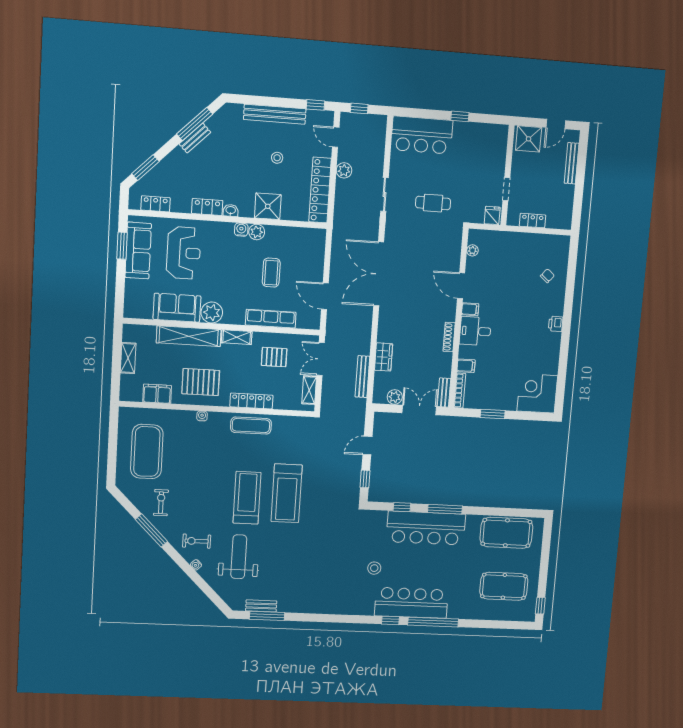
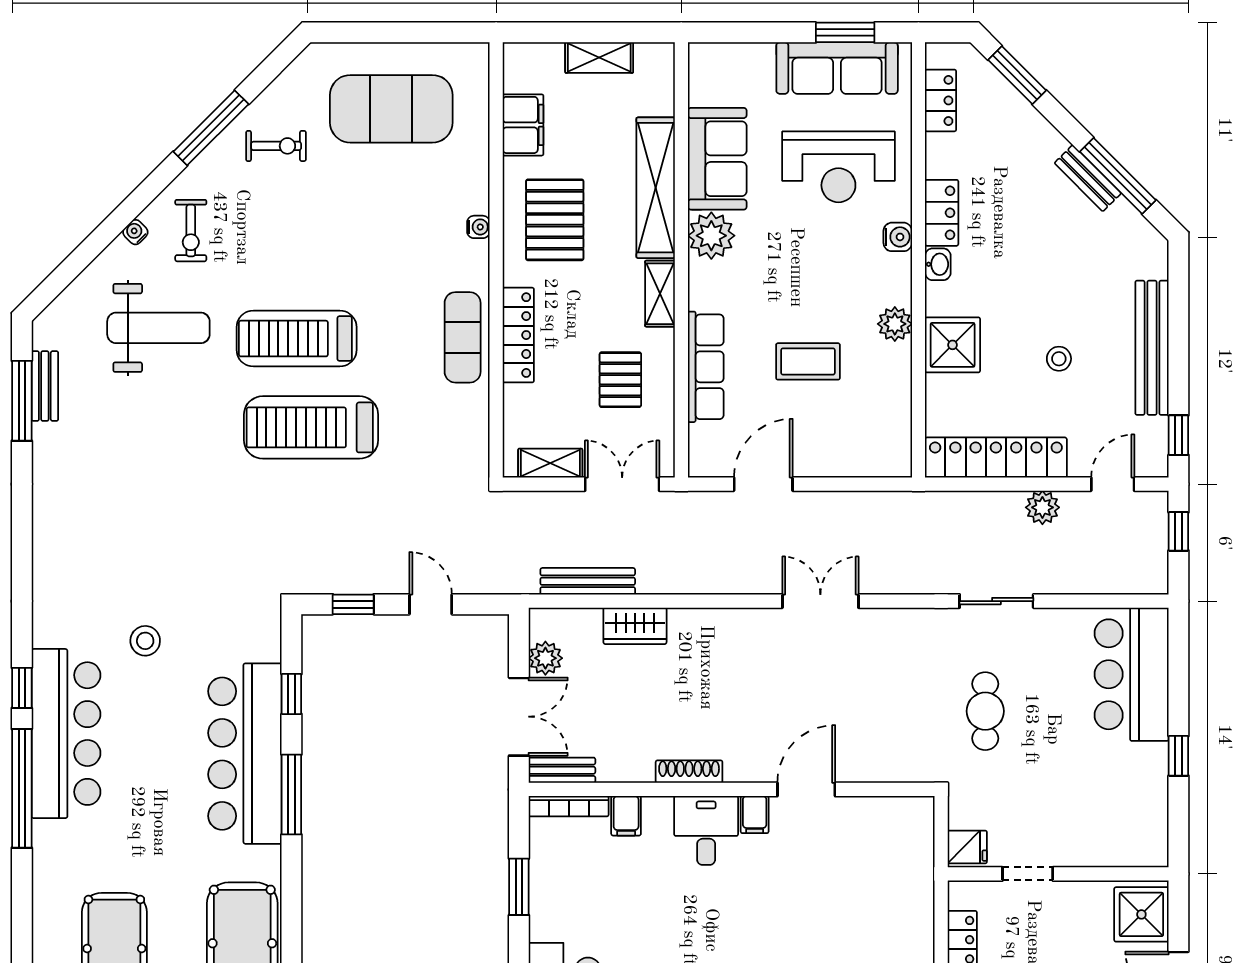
water cooler: (241, 230) -> (898, 237), moved
plant: (472, 250) -> (887, 809), removed
double door: (379, 274) -> (820, 601), width x0.54
treadmill: (247, 498) -> (297, 339), turned 180
exercise bike: (197, 541) -> (191, 231), turned 180

